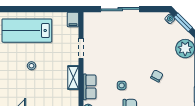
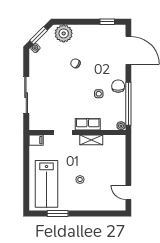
chair: (157, 76) -> (75, 63), moved
row of seats: (90, 87) -> (88, 124), moved

